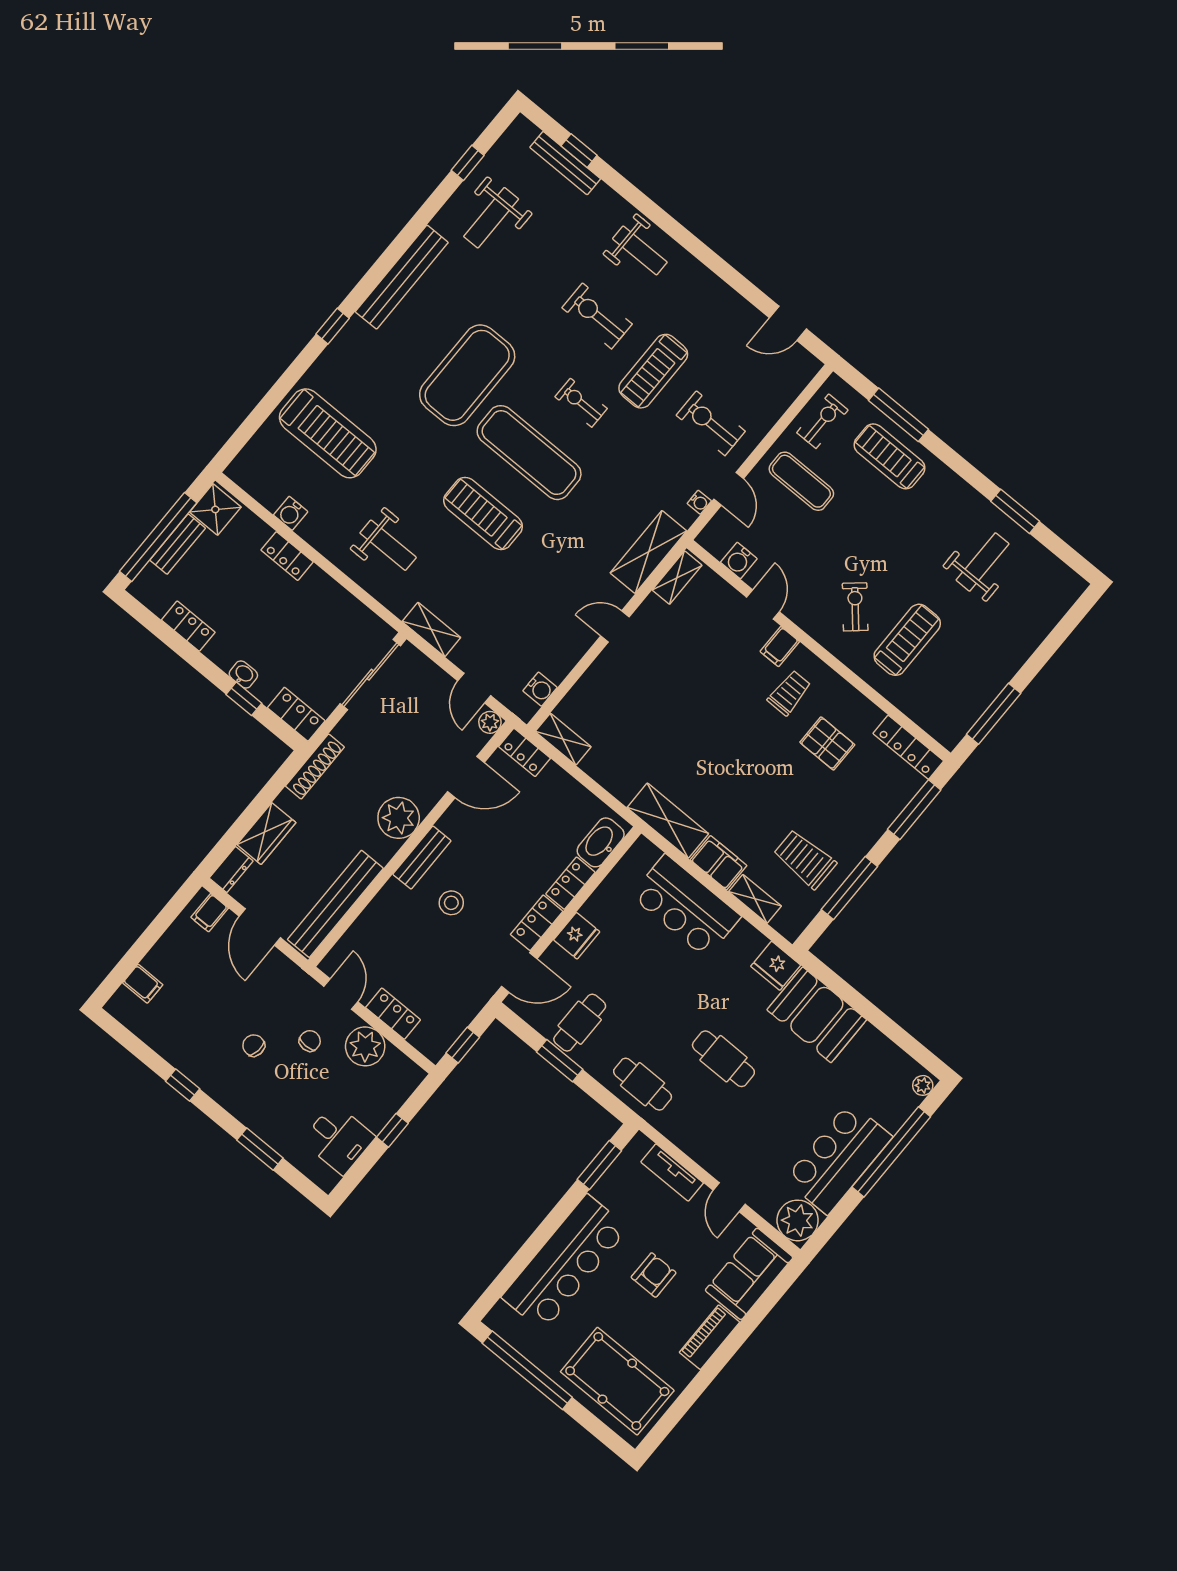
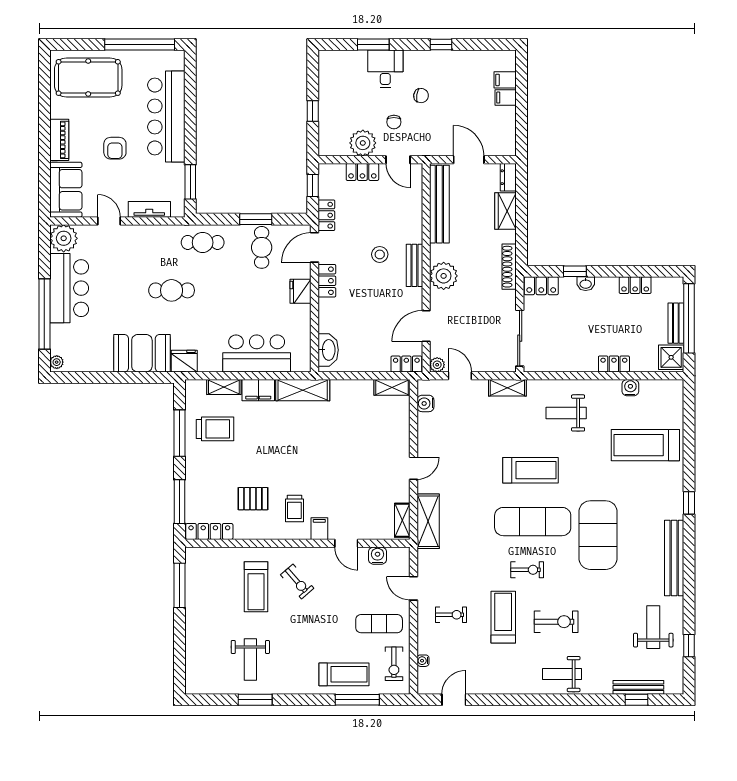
exercise bike: (711, 423) -> (451, 615), width x0.73, depth x0.72
water cooler: (699, 502) -> (423, 661), moved
locker: (570, 883) -> (326, 215), moved
filing cabinet: (210, 913) -> (506, 98), moved, turned -90
desk: (338, 1139) -> (385, 69), moved, turned 90

